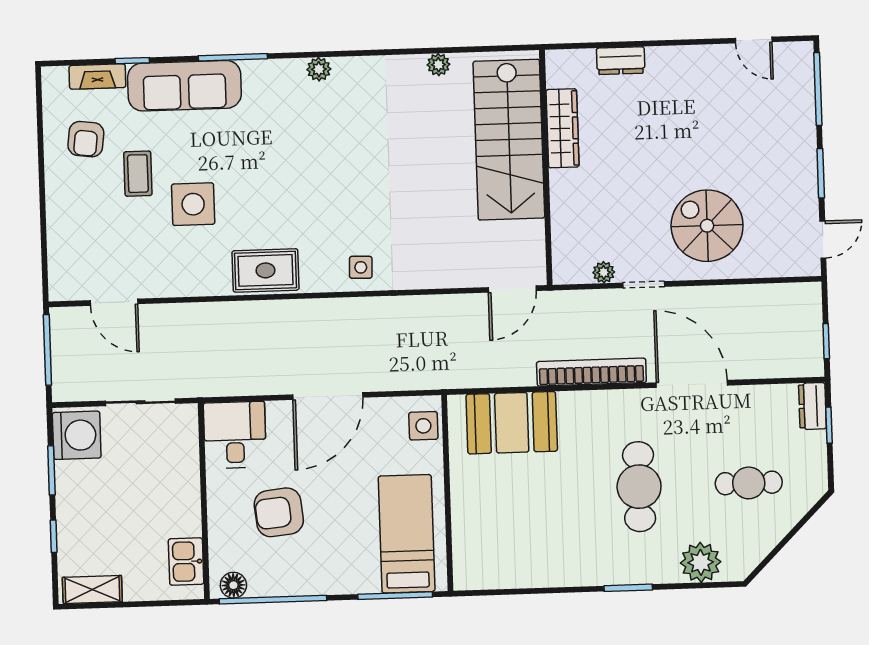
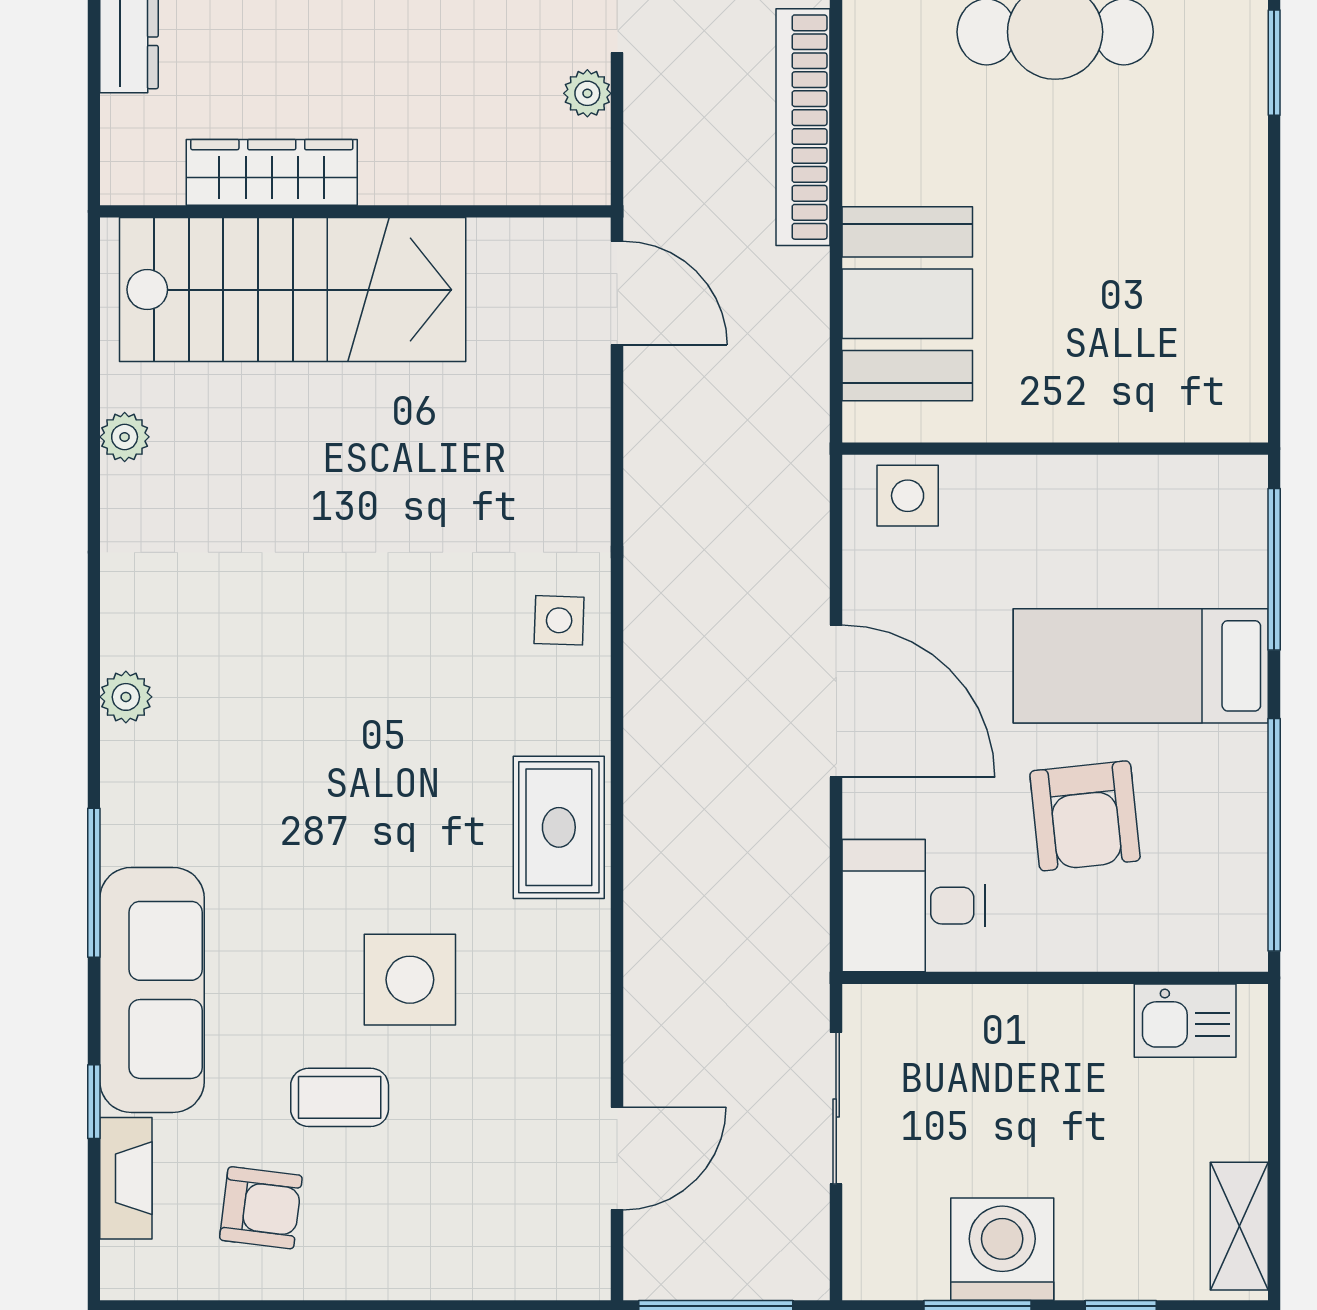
washing machine: (77, 435) -> (1002, 1249), moved
bed: (407, 534) -> (1141, 666), moved
floor lamp: (233, 585) -> (1240, 920), removed

